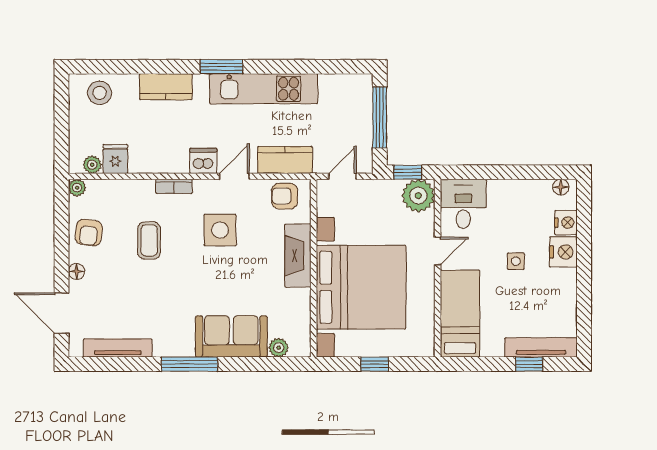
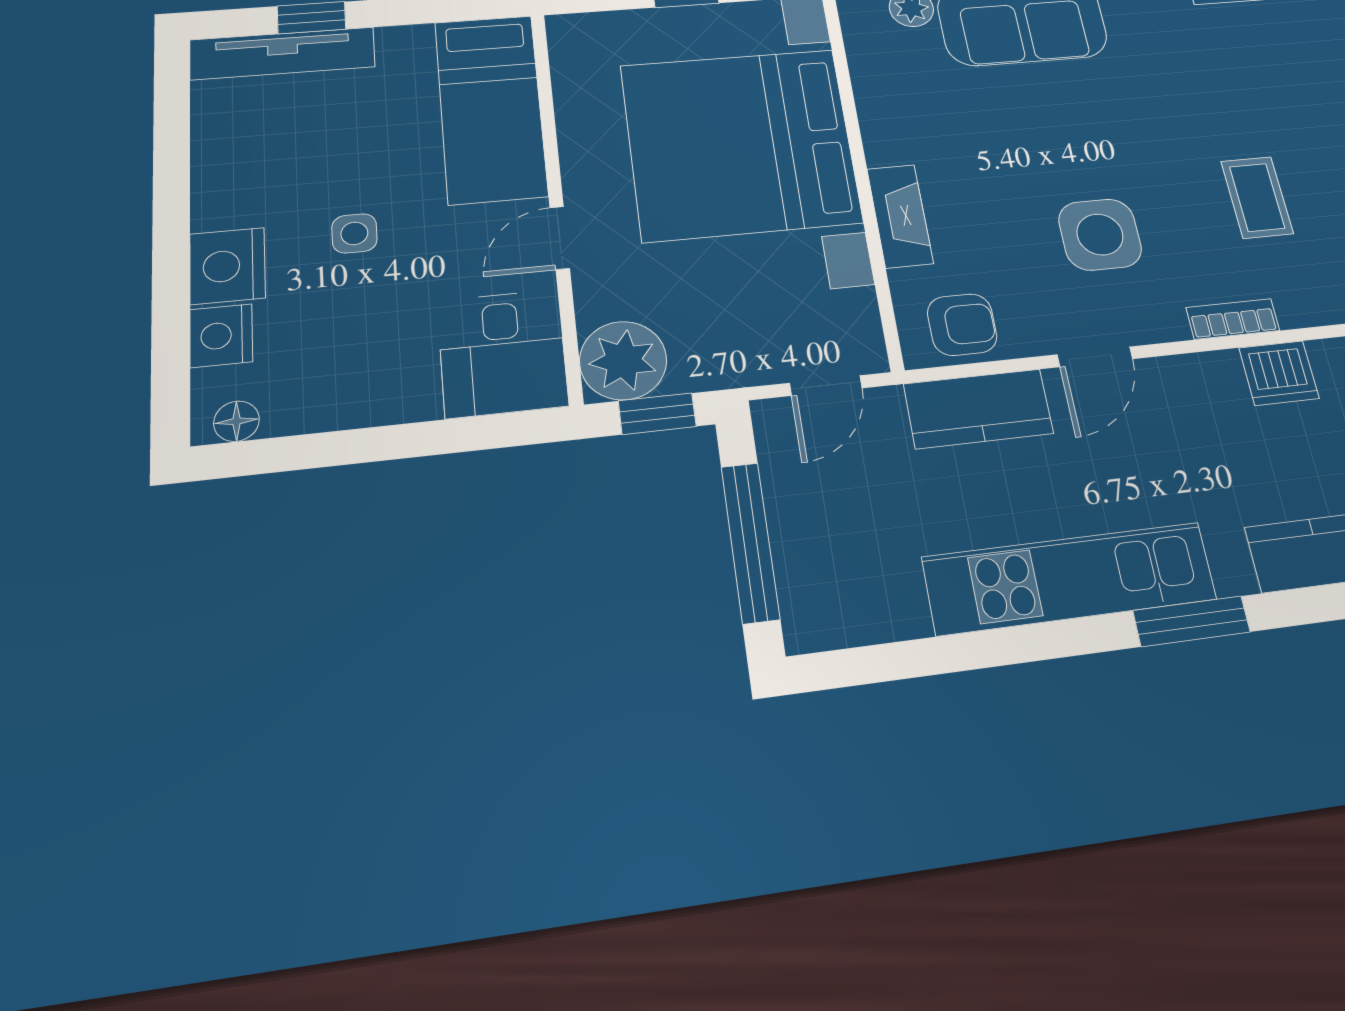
dishwasher: (203, 161) -> (1279, 373), moved
fireplace: (298, 256) -> (900, 216), width x0.73, depth x0.76

